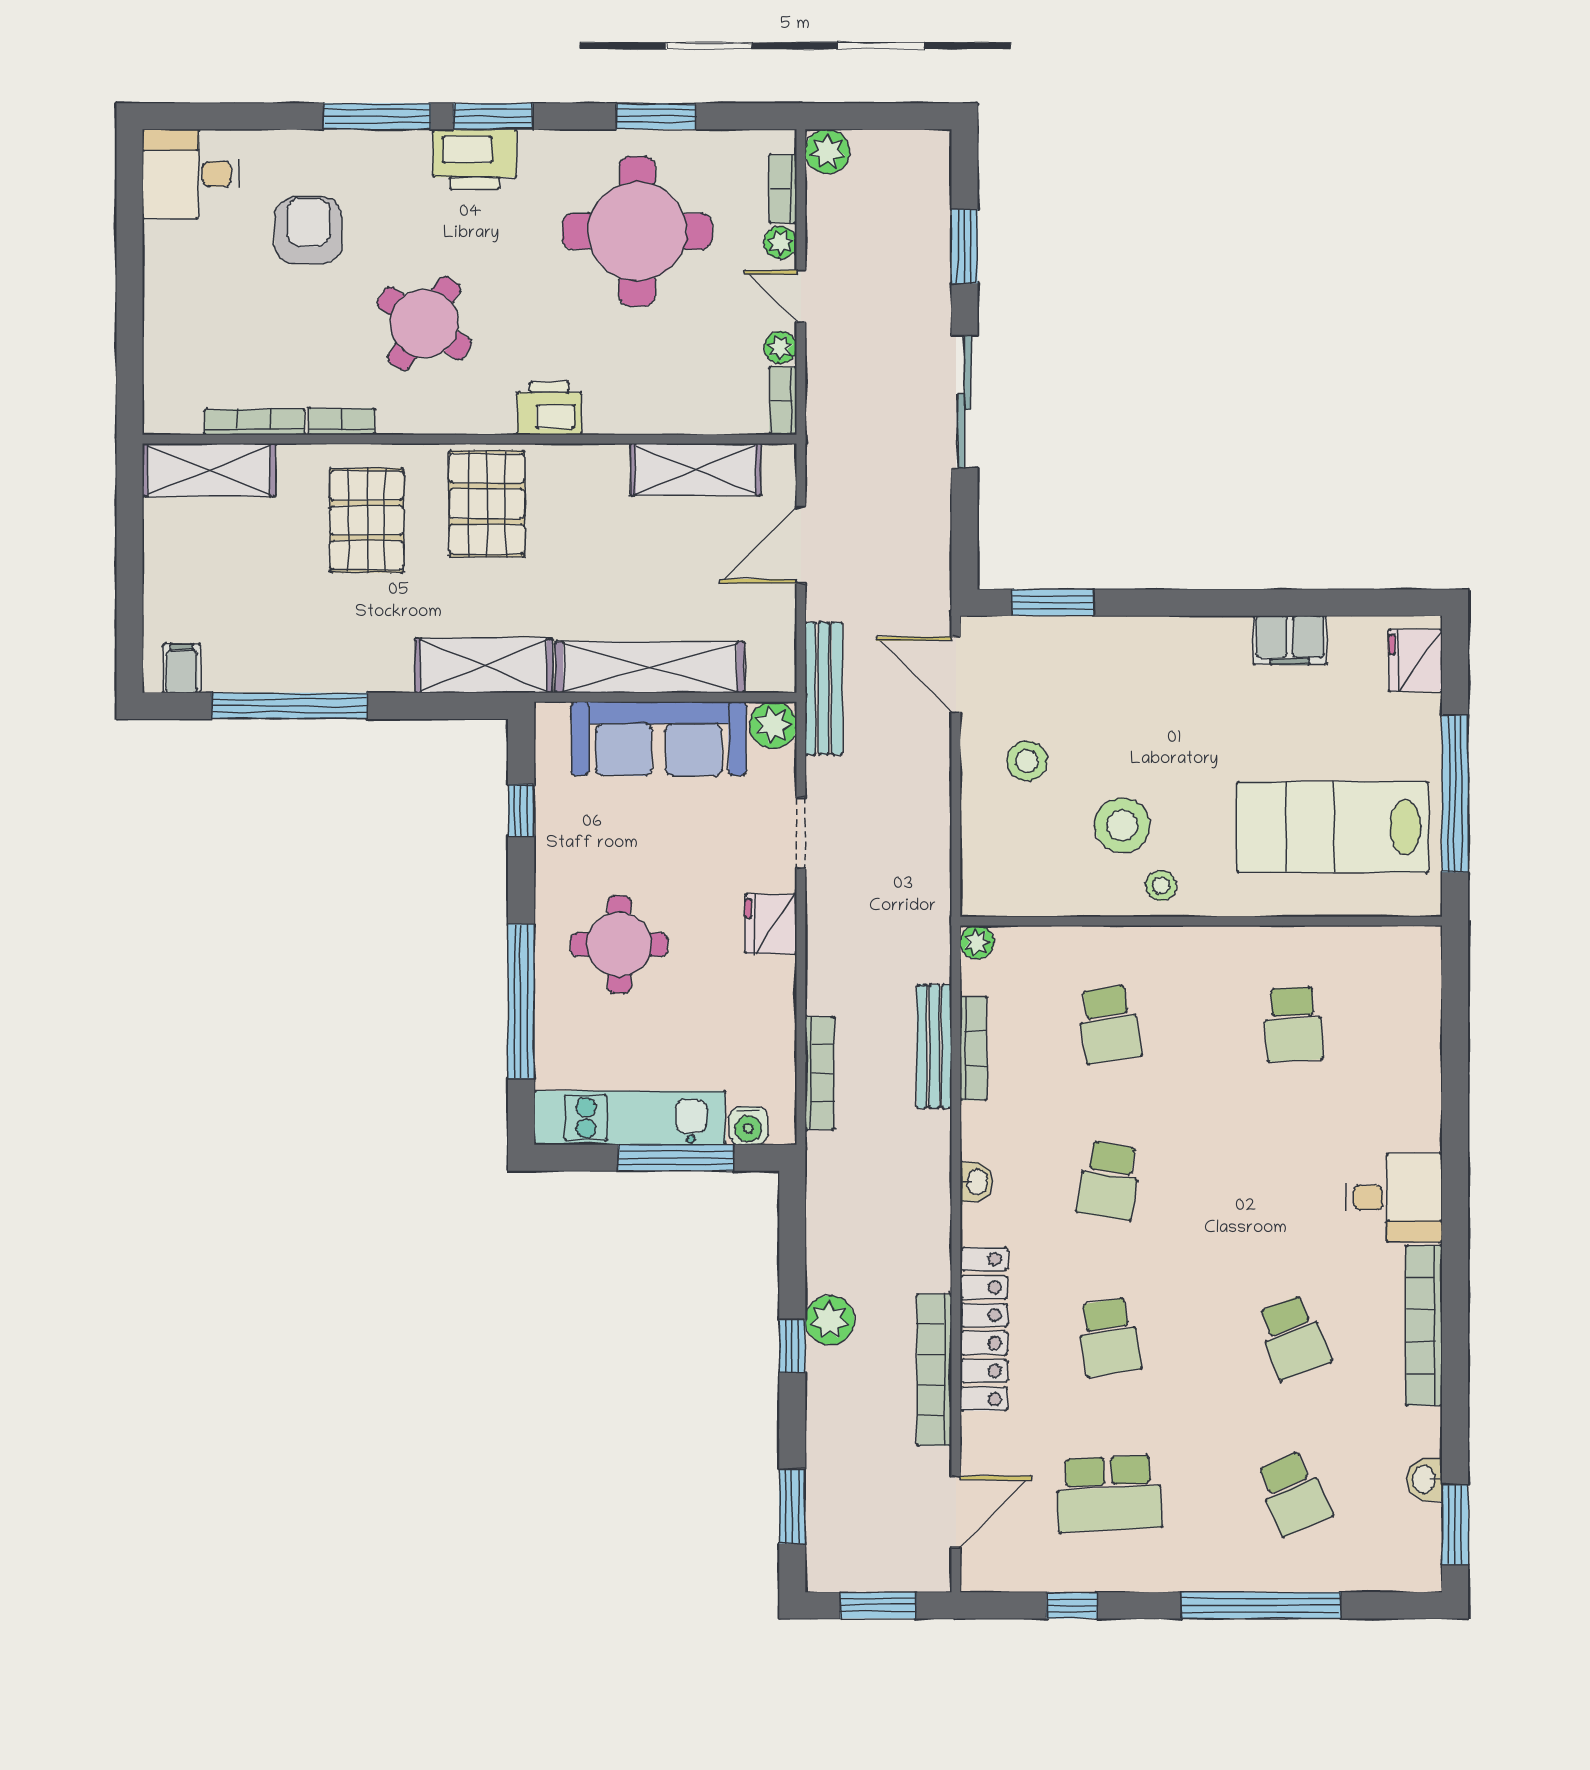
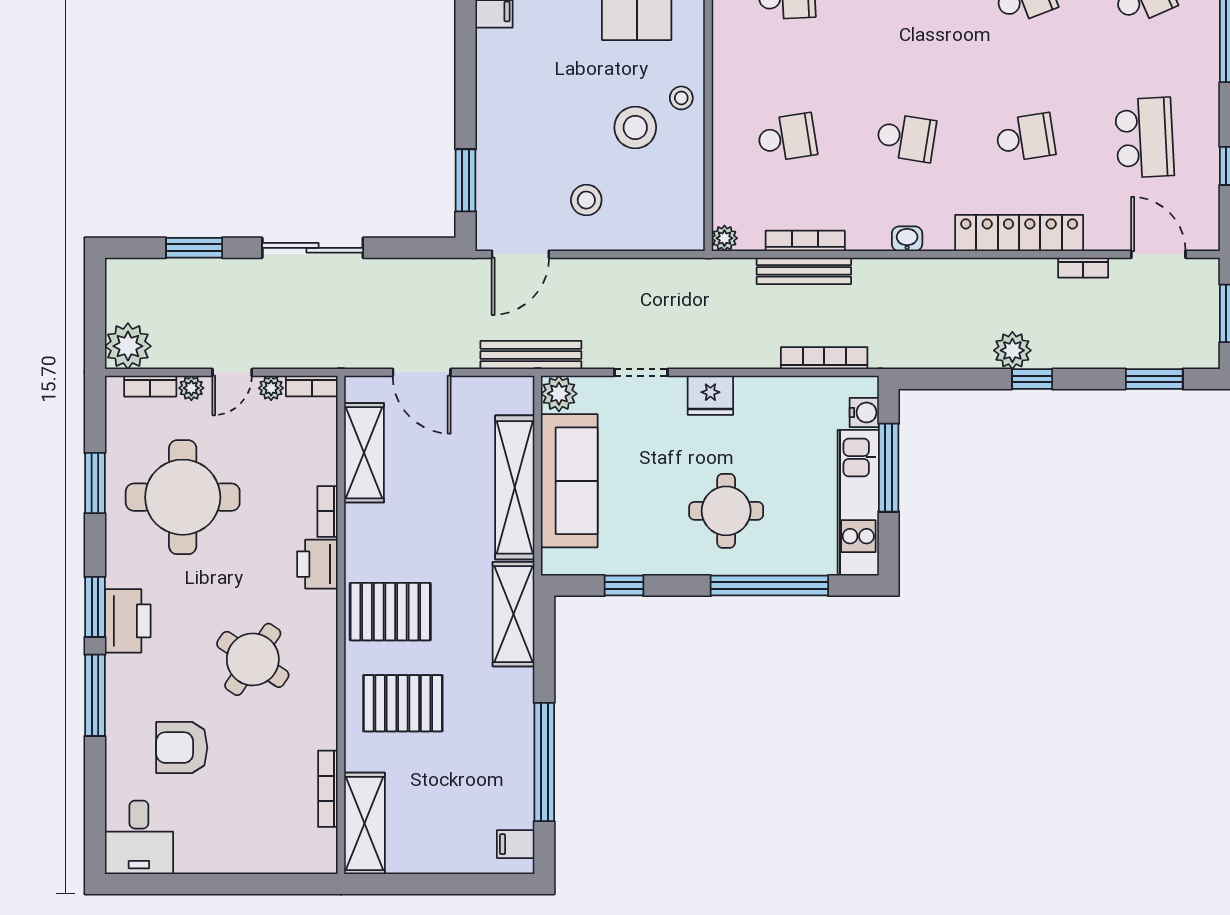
plant: (827, 151) -> (128, 346), width x1.36, depth x1.36
bookcase: (342, 421) -> (327, 511), moved
bookcase: (934, 1370) -> (1083, 268), width x0.43, depth x0.76

